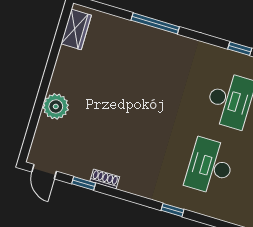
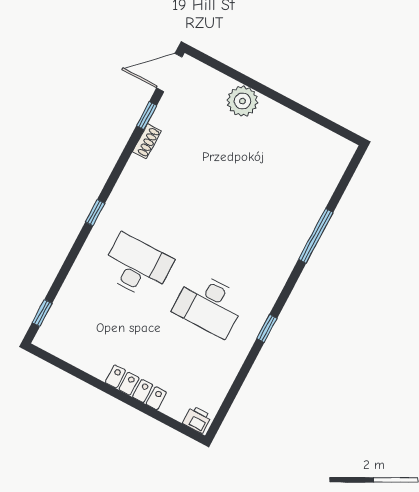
wardrobe: (76, 29) -> (327, 143), removed
door: (44, 172) -> (169, 72), width x1.38

